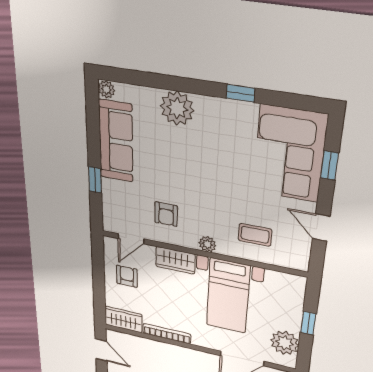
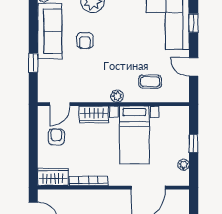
armchair: (166, 214) -> (85, 41), moved
plant: (285, 343) -> (183, 165), width x0.53, depth x0.53

